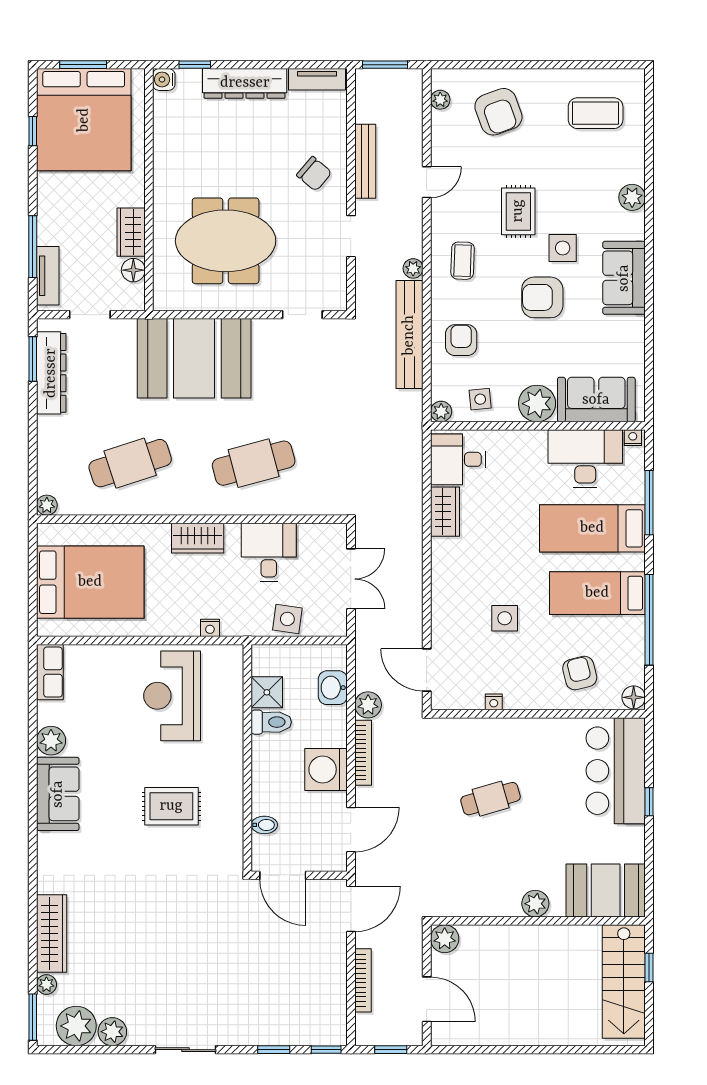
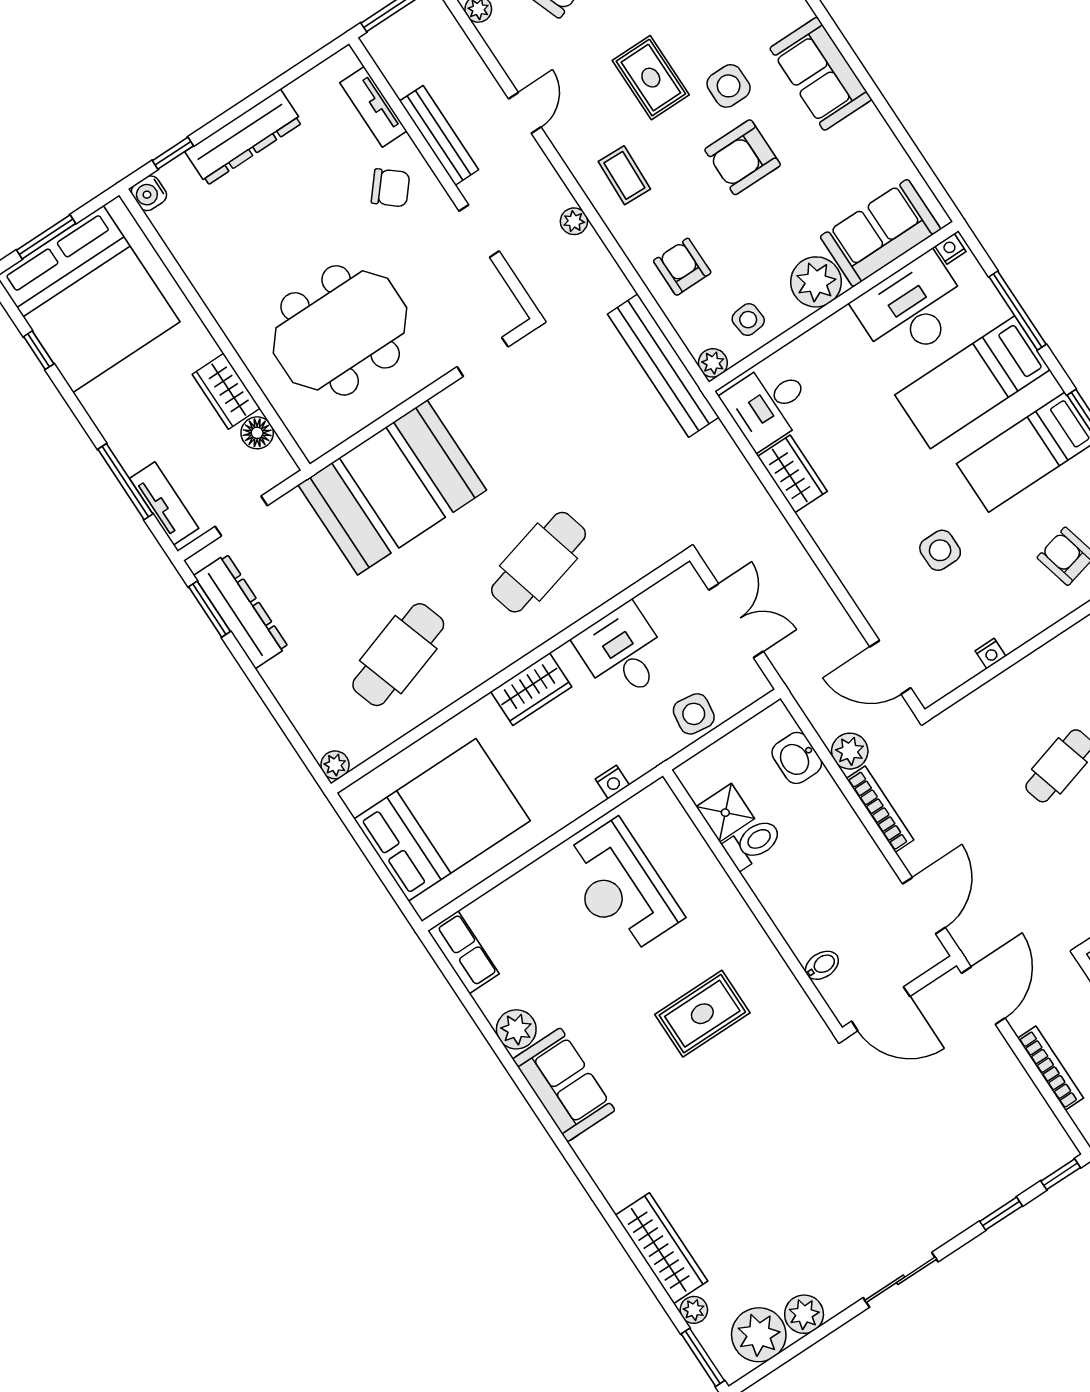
tv unit: (317, 79) -> (373, 107), moved, turned 90
bench: (409, 335) -> (663, 366), moved
washing machine: (326, 769) -> (850, 856), removed

